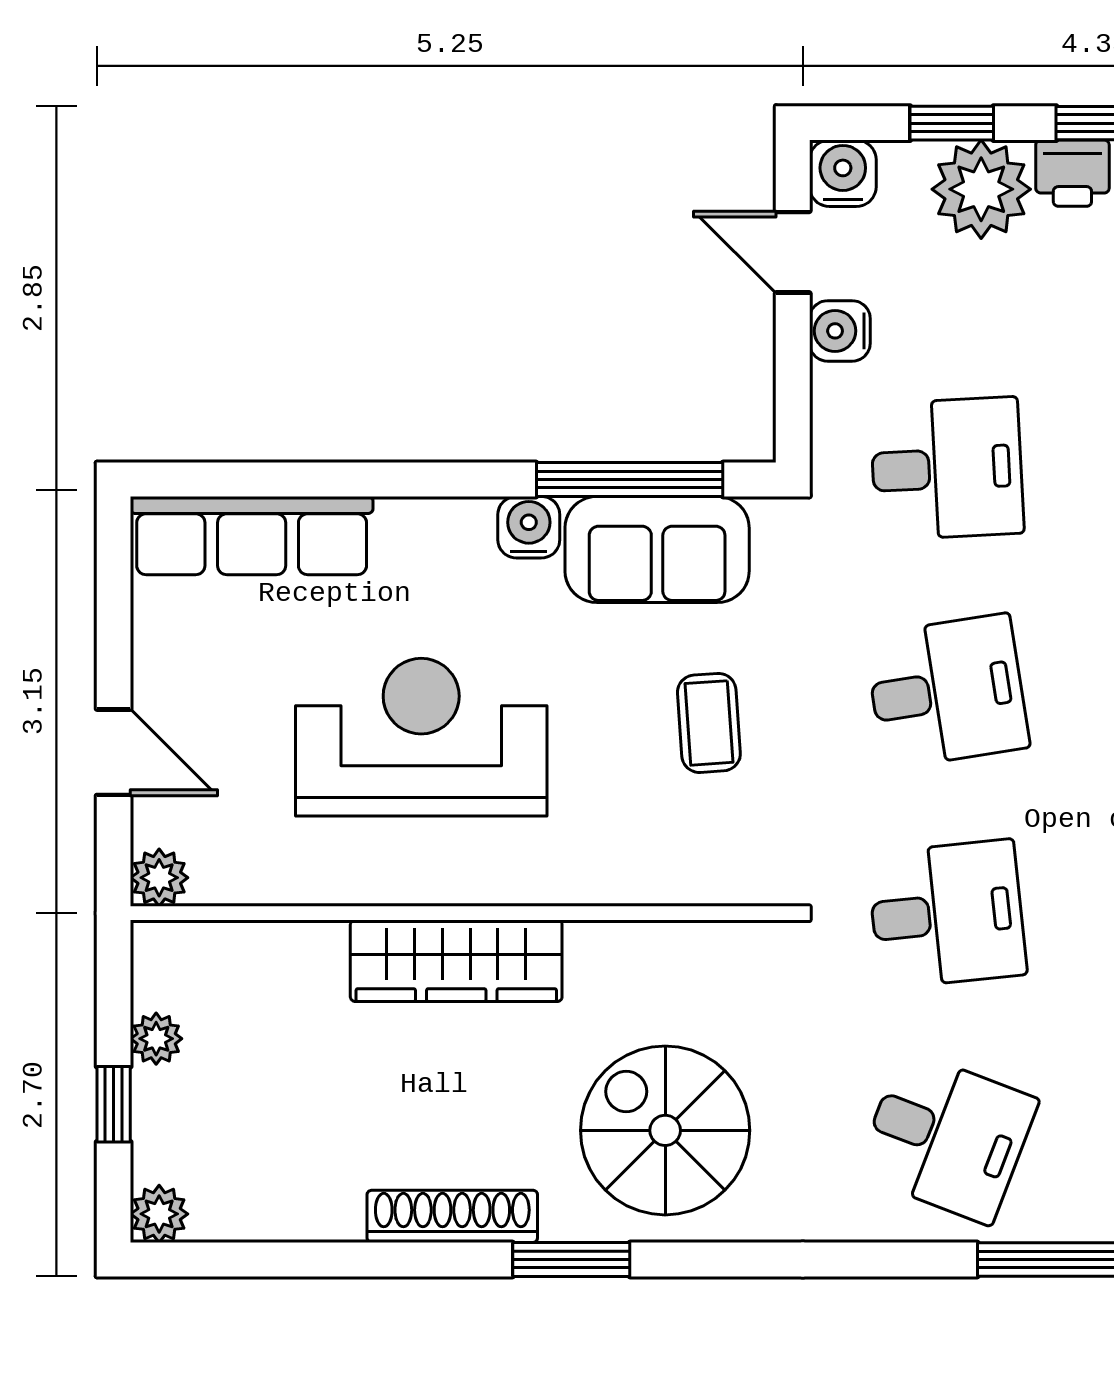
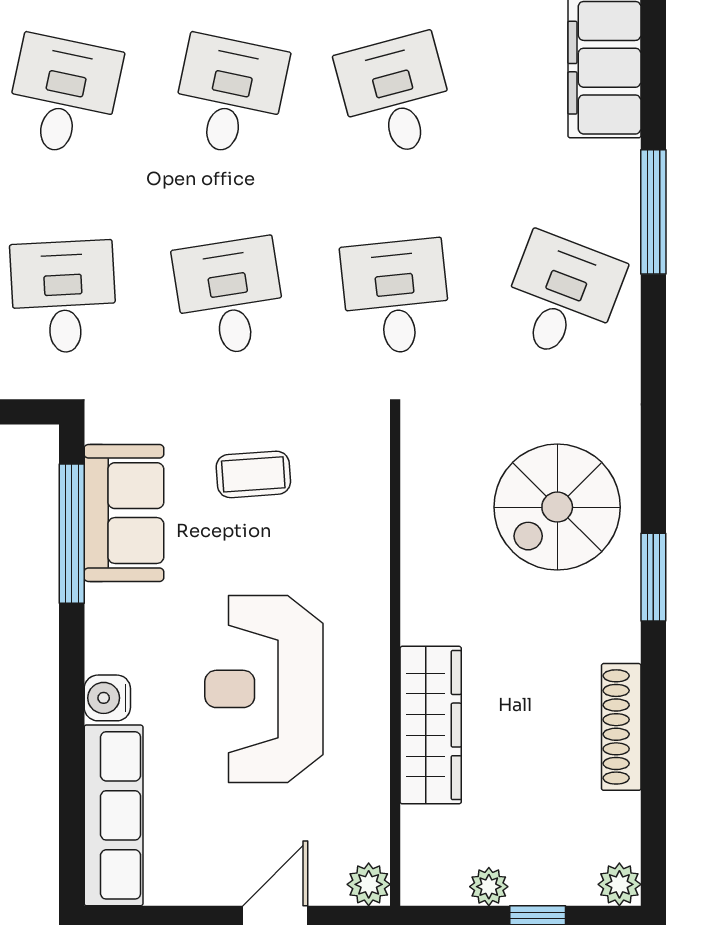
water cooler: (529, 527) -> (107, 698), moved
wardrobe: (456, 961) -> (431, 725), moved
shoe rack: (452, 1216) -> (621, 727), moved

